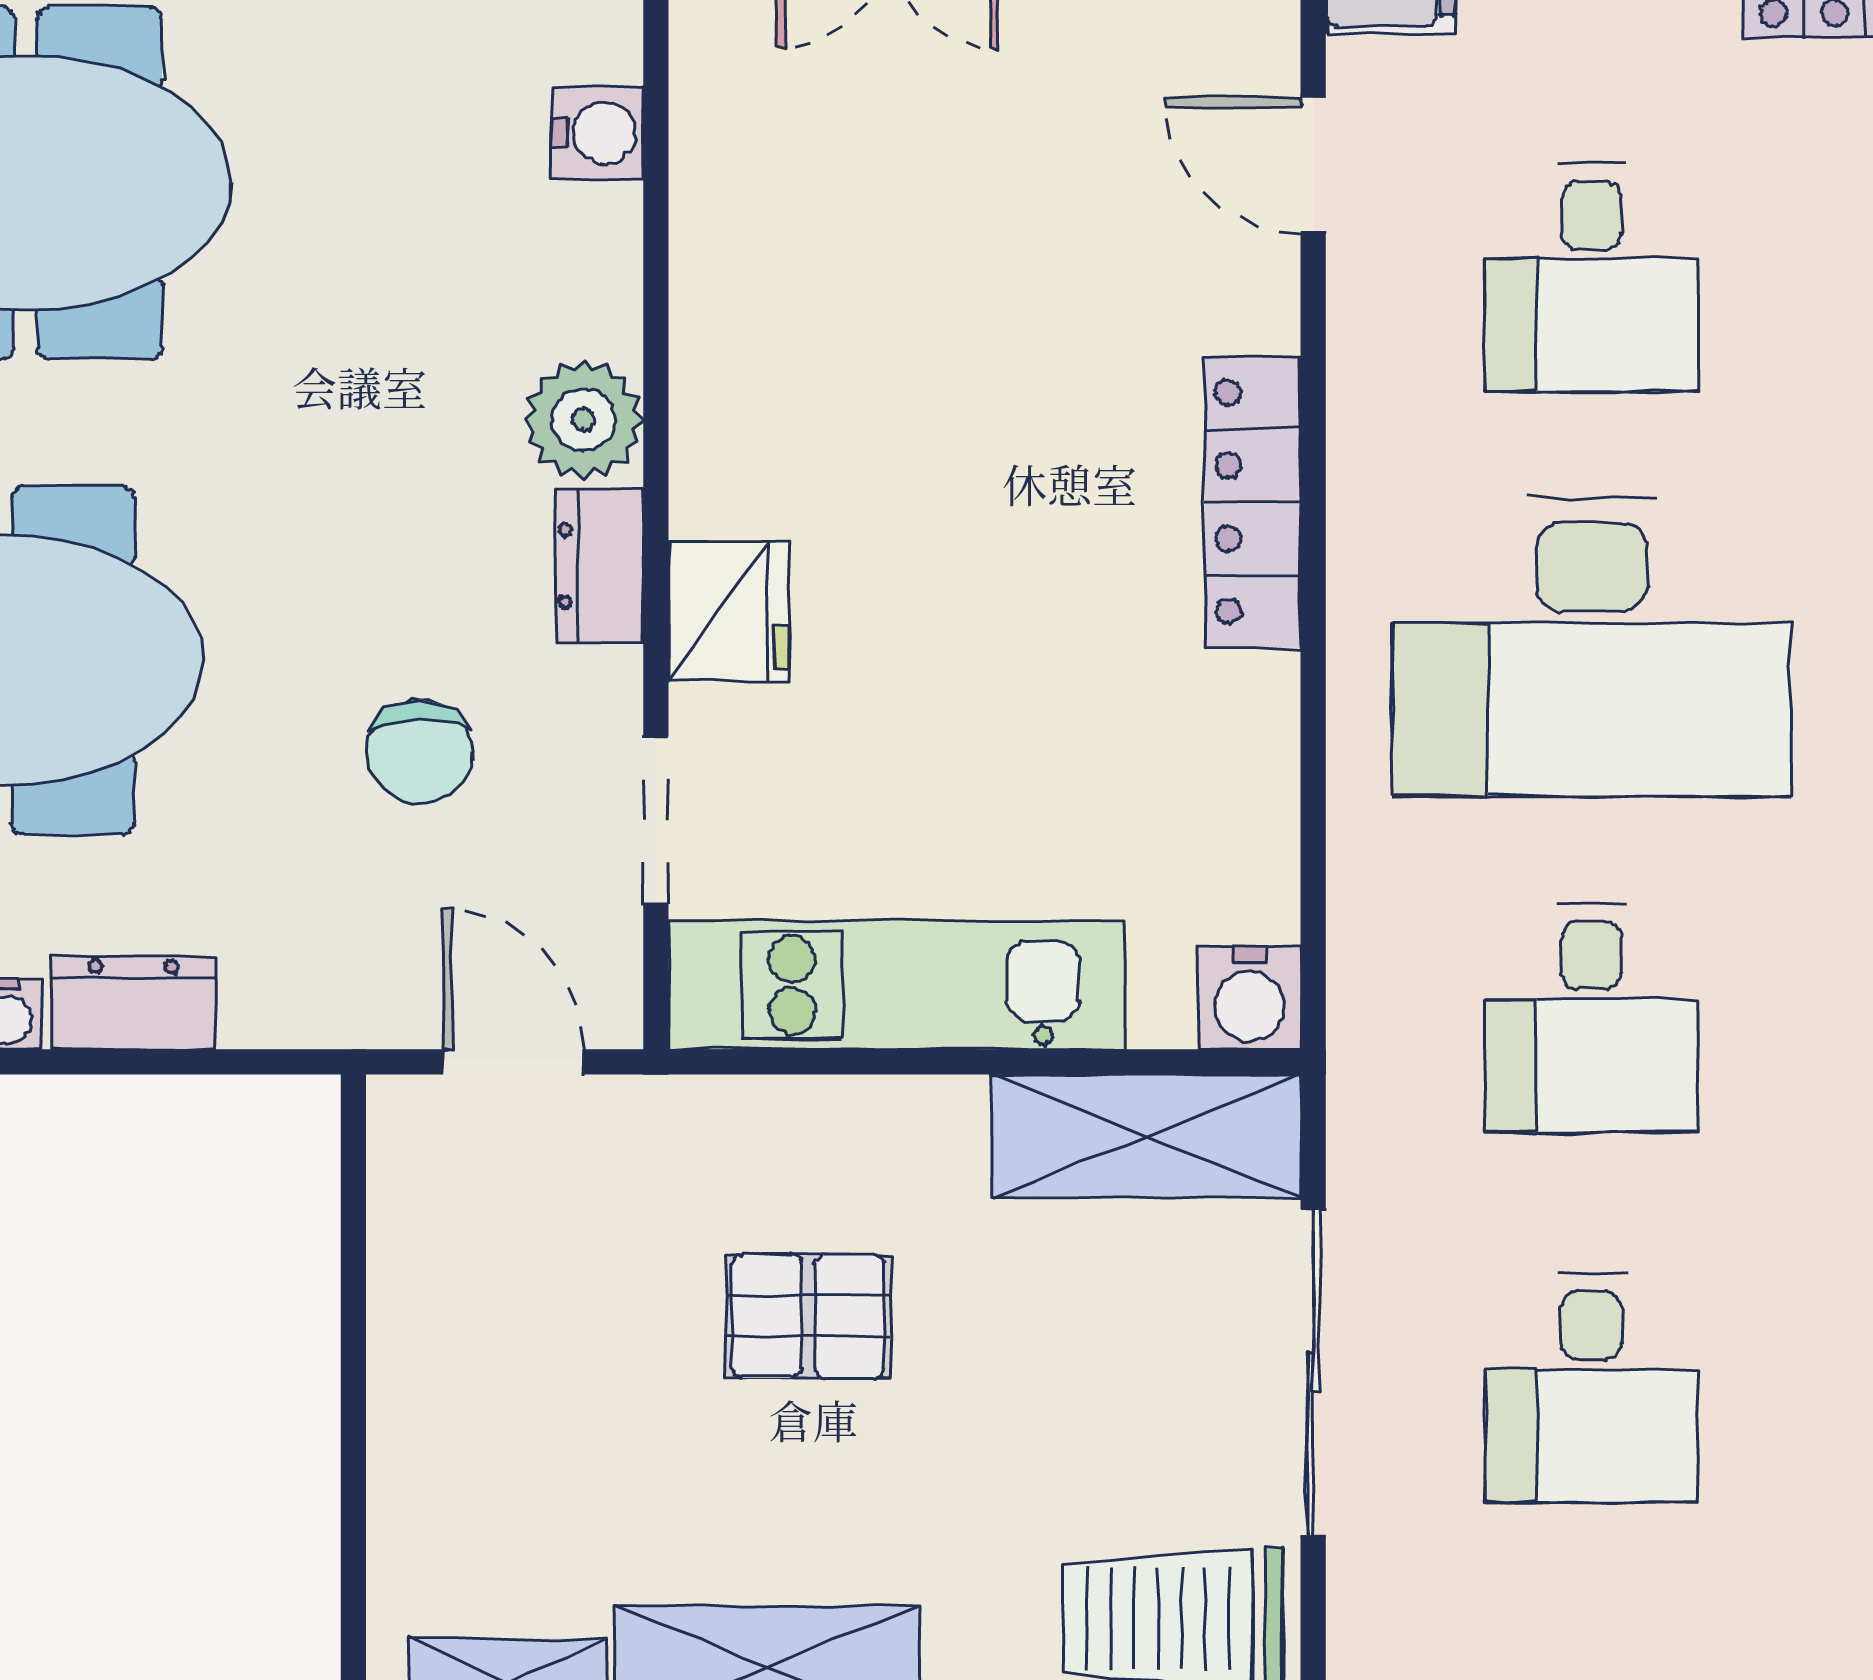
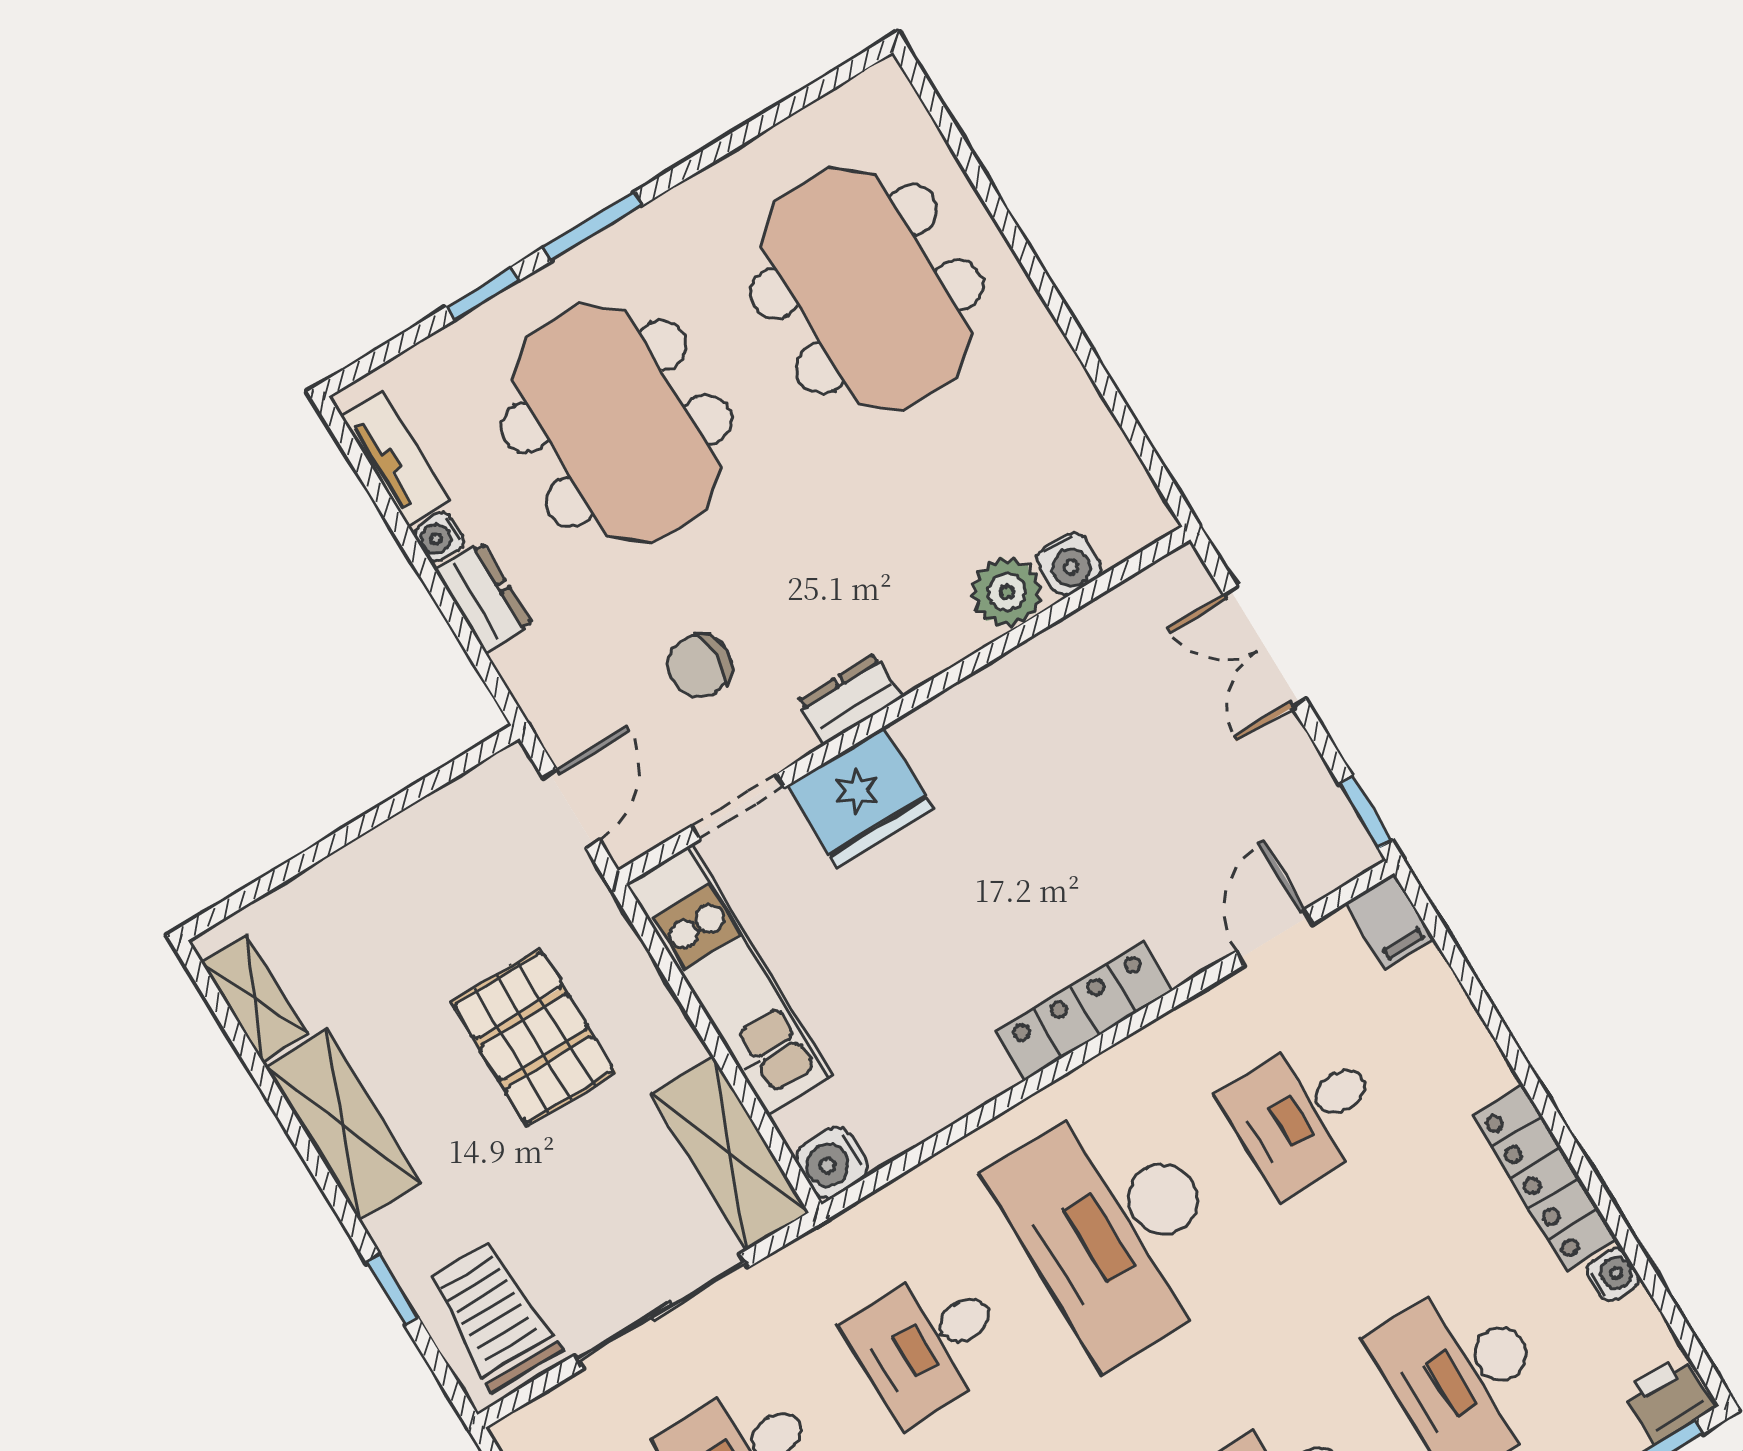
plant: (584, 420) -> (1007, 592), moved
fridge: (729, 611) -> (860, 797), width x1.36, depth x1.34
pallet: (808, 1316) -> (534, 1037), width x1.50, depth x1.42

